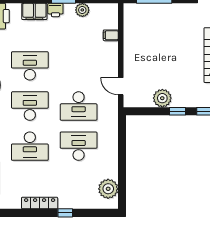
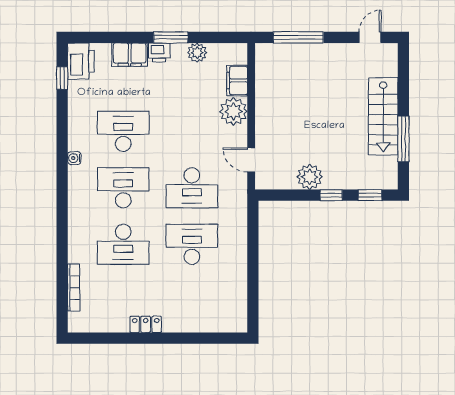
filing cabinet: (111, 35) -> (237, 81), width x2.00
plant: (108, 189) -> (234, 111), moved
locker: (40, 203) -> (146, 324), width x0.66
window: (65, 213) -> (173, 338), removed

